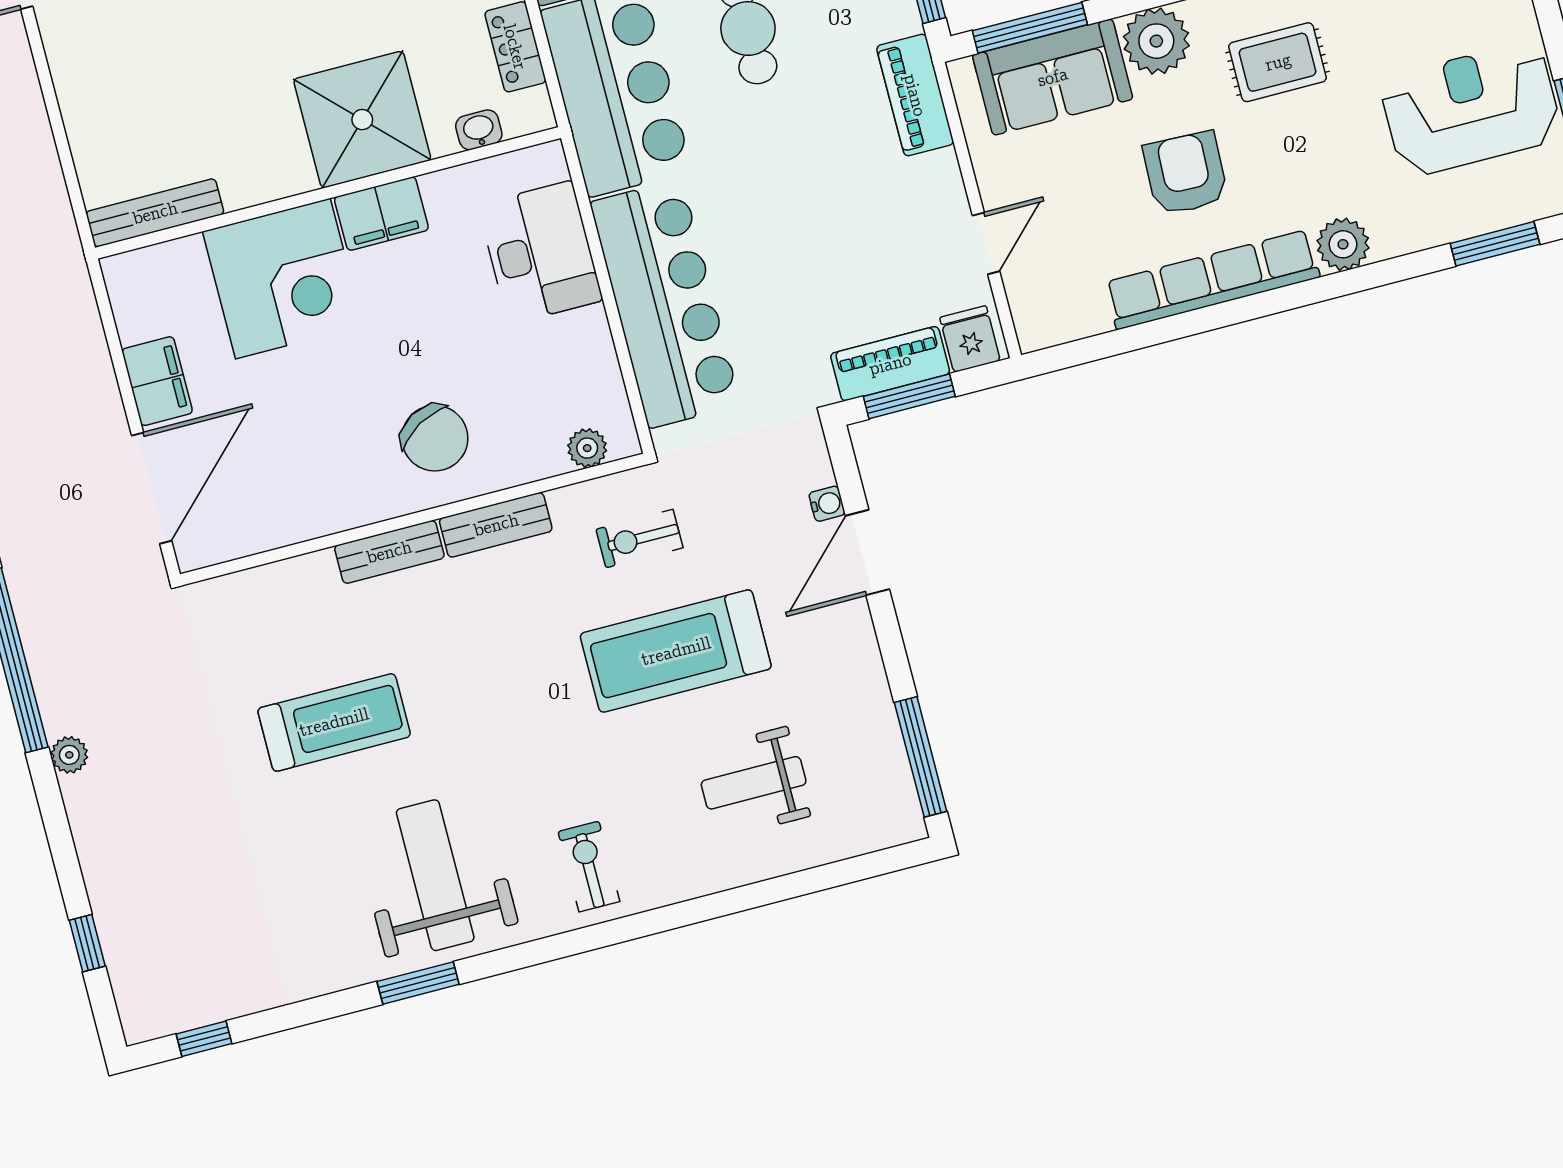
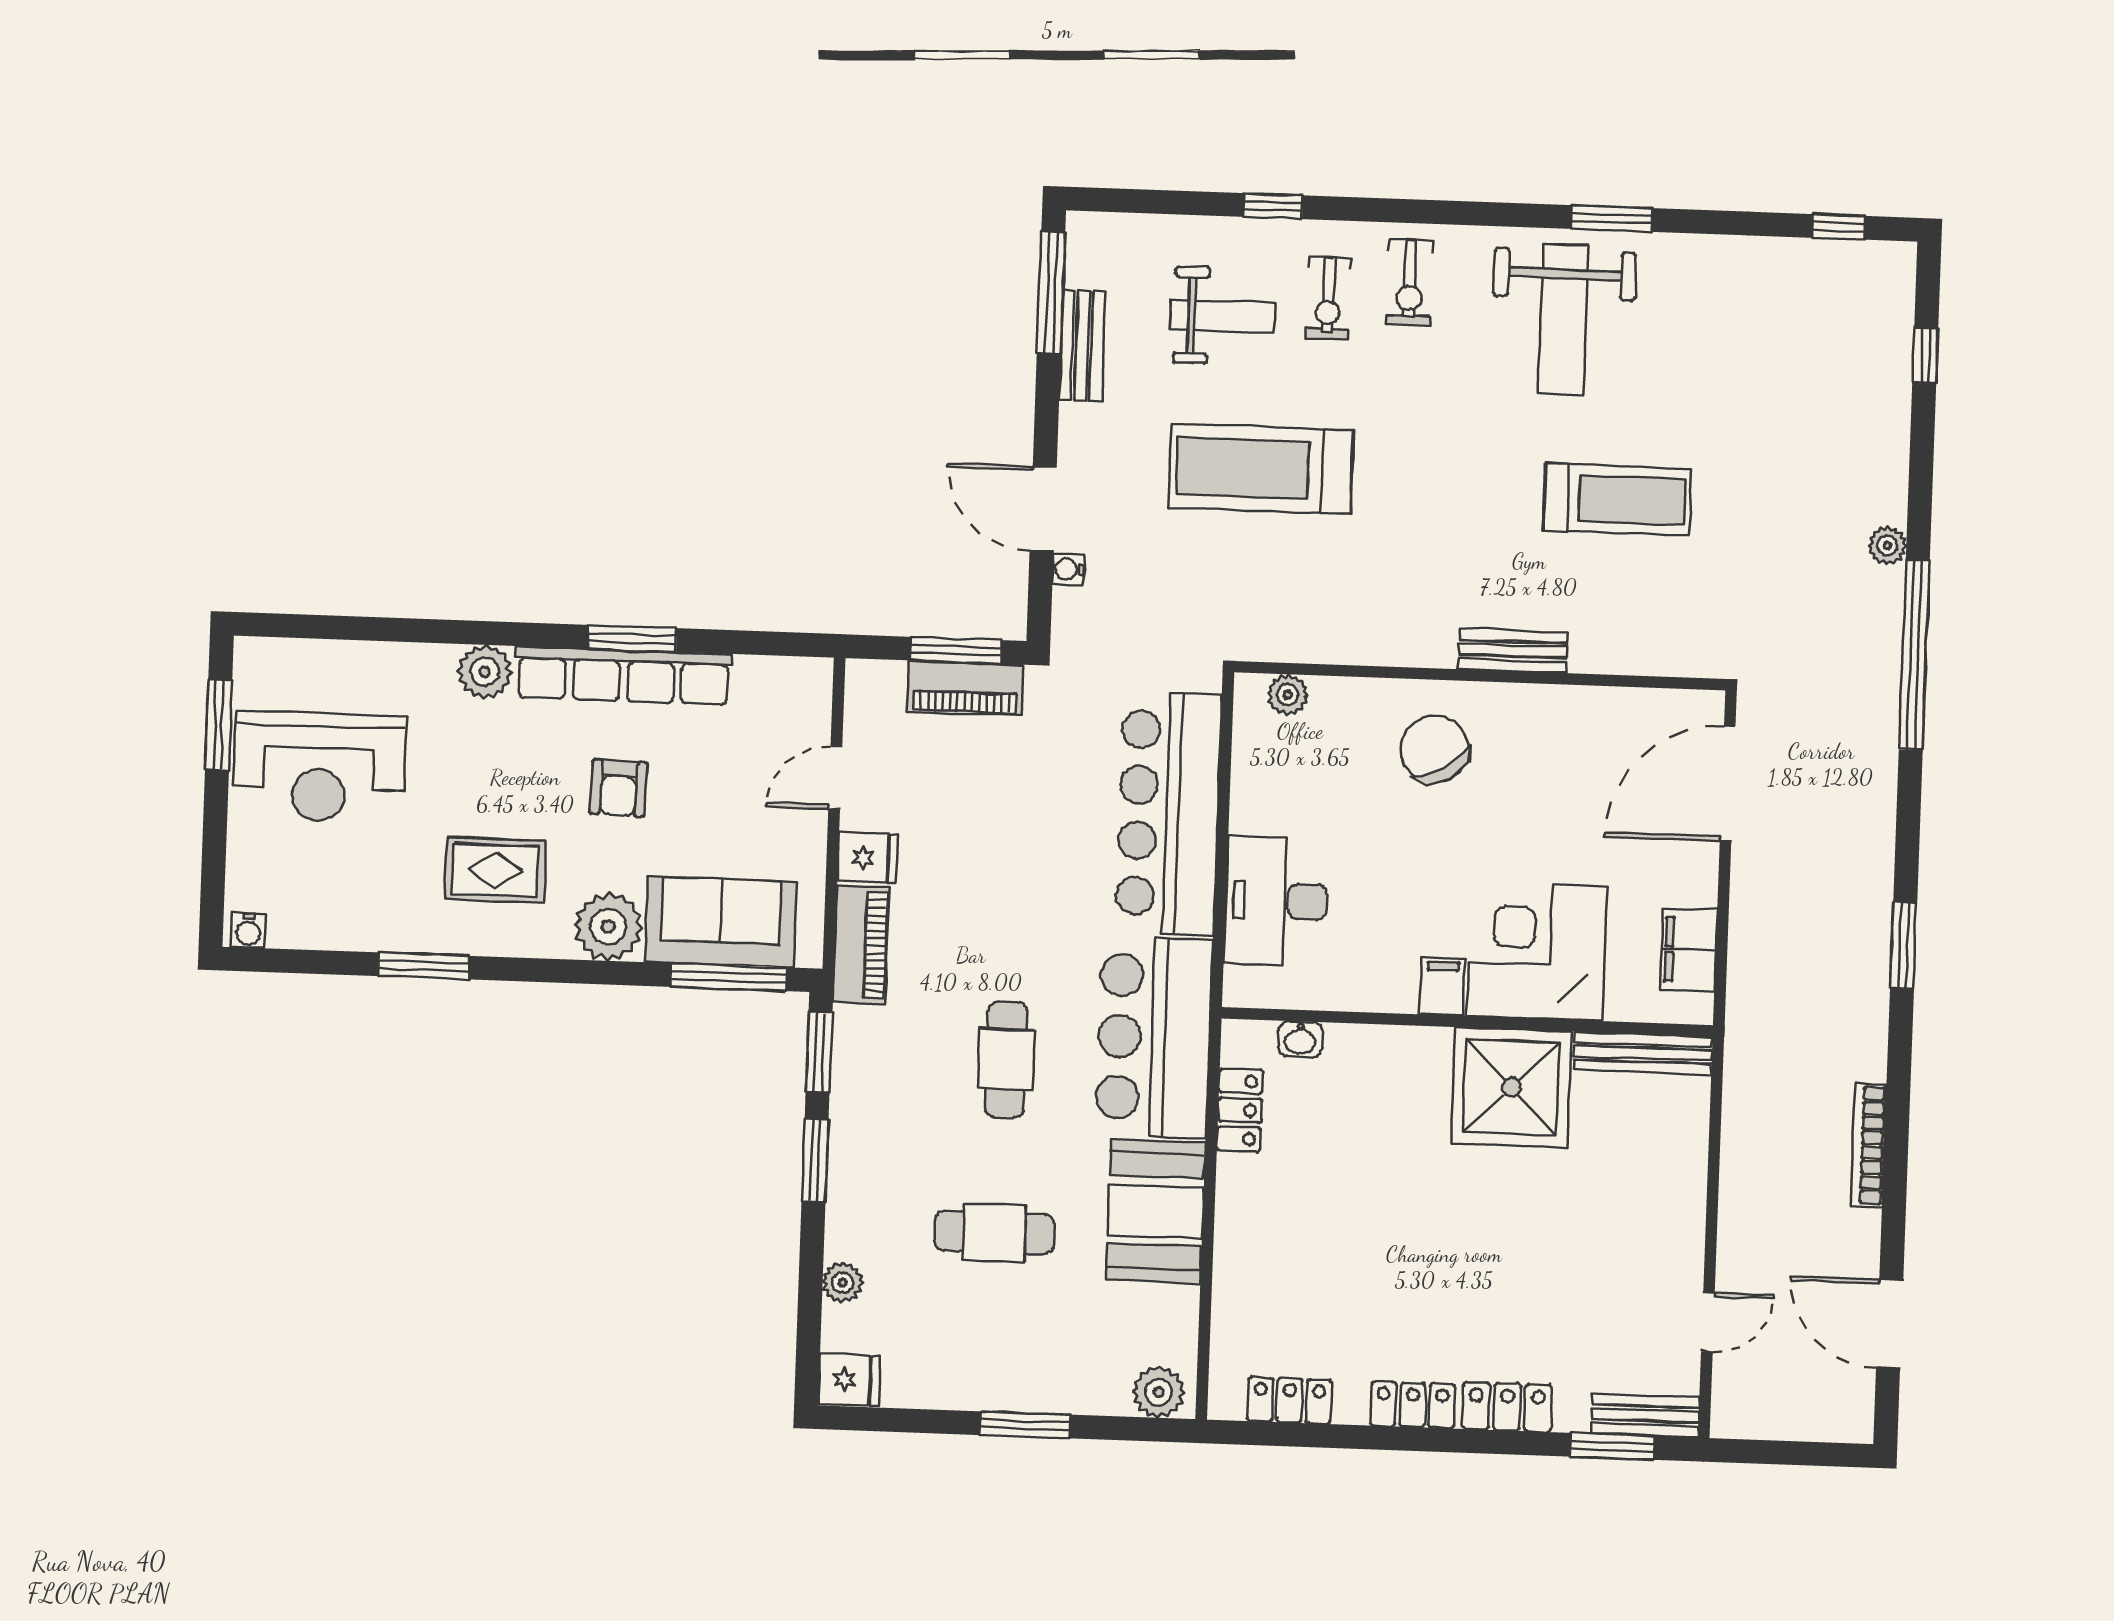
shower: (362, 120) -> (1511, 1087), moved
armchair: (1185, 173) -> (619, 788), width x0.72, depth x0.72
filing cabinet: (381, 214) -> (1442, 986), width x0.50
window: (1495, 244) -> (632, 638), moved
fridge: (970, 339) -> (867, 858), moved, turned -90
filing cabinet: (157, 381) -> (1688, 950), moved
bench: (496, 525) -> (1082, 346), moved, turned 90
exercise bike: (639, 539) -> (1328, 298), moved, turned 90
door: (867, 553) -> (1043, 509), swing flipped
treadmill: (676, 651) -> (1261, 469), turned 180
treadmill: (334, 722) -> (1617, 499), turned 180
window: (737, 900) -> (1273, 206), added

